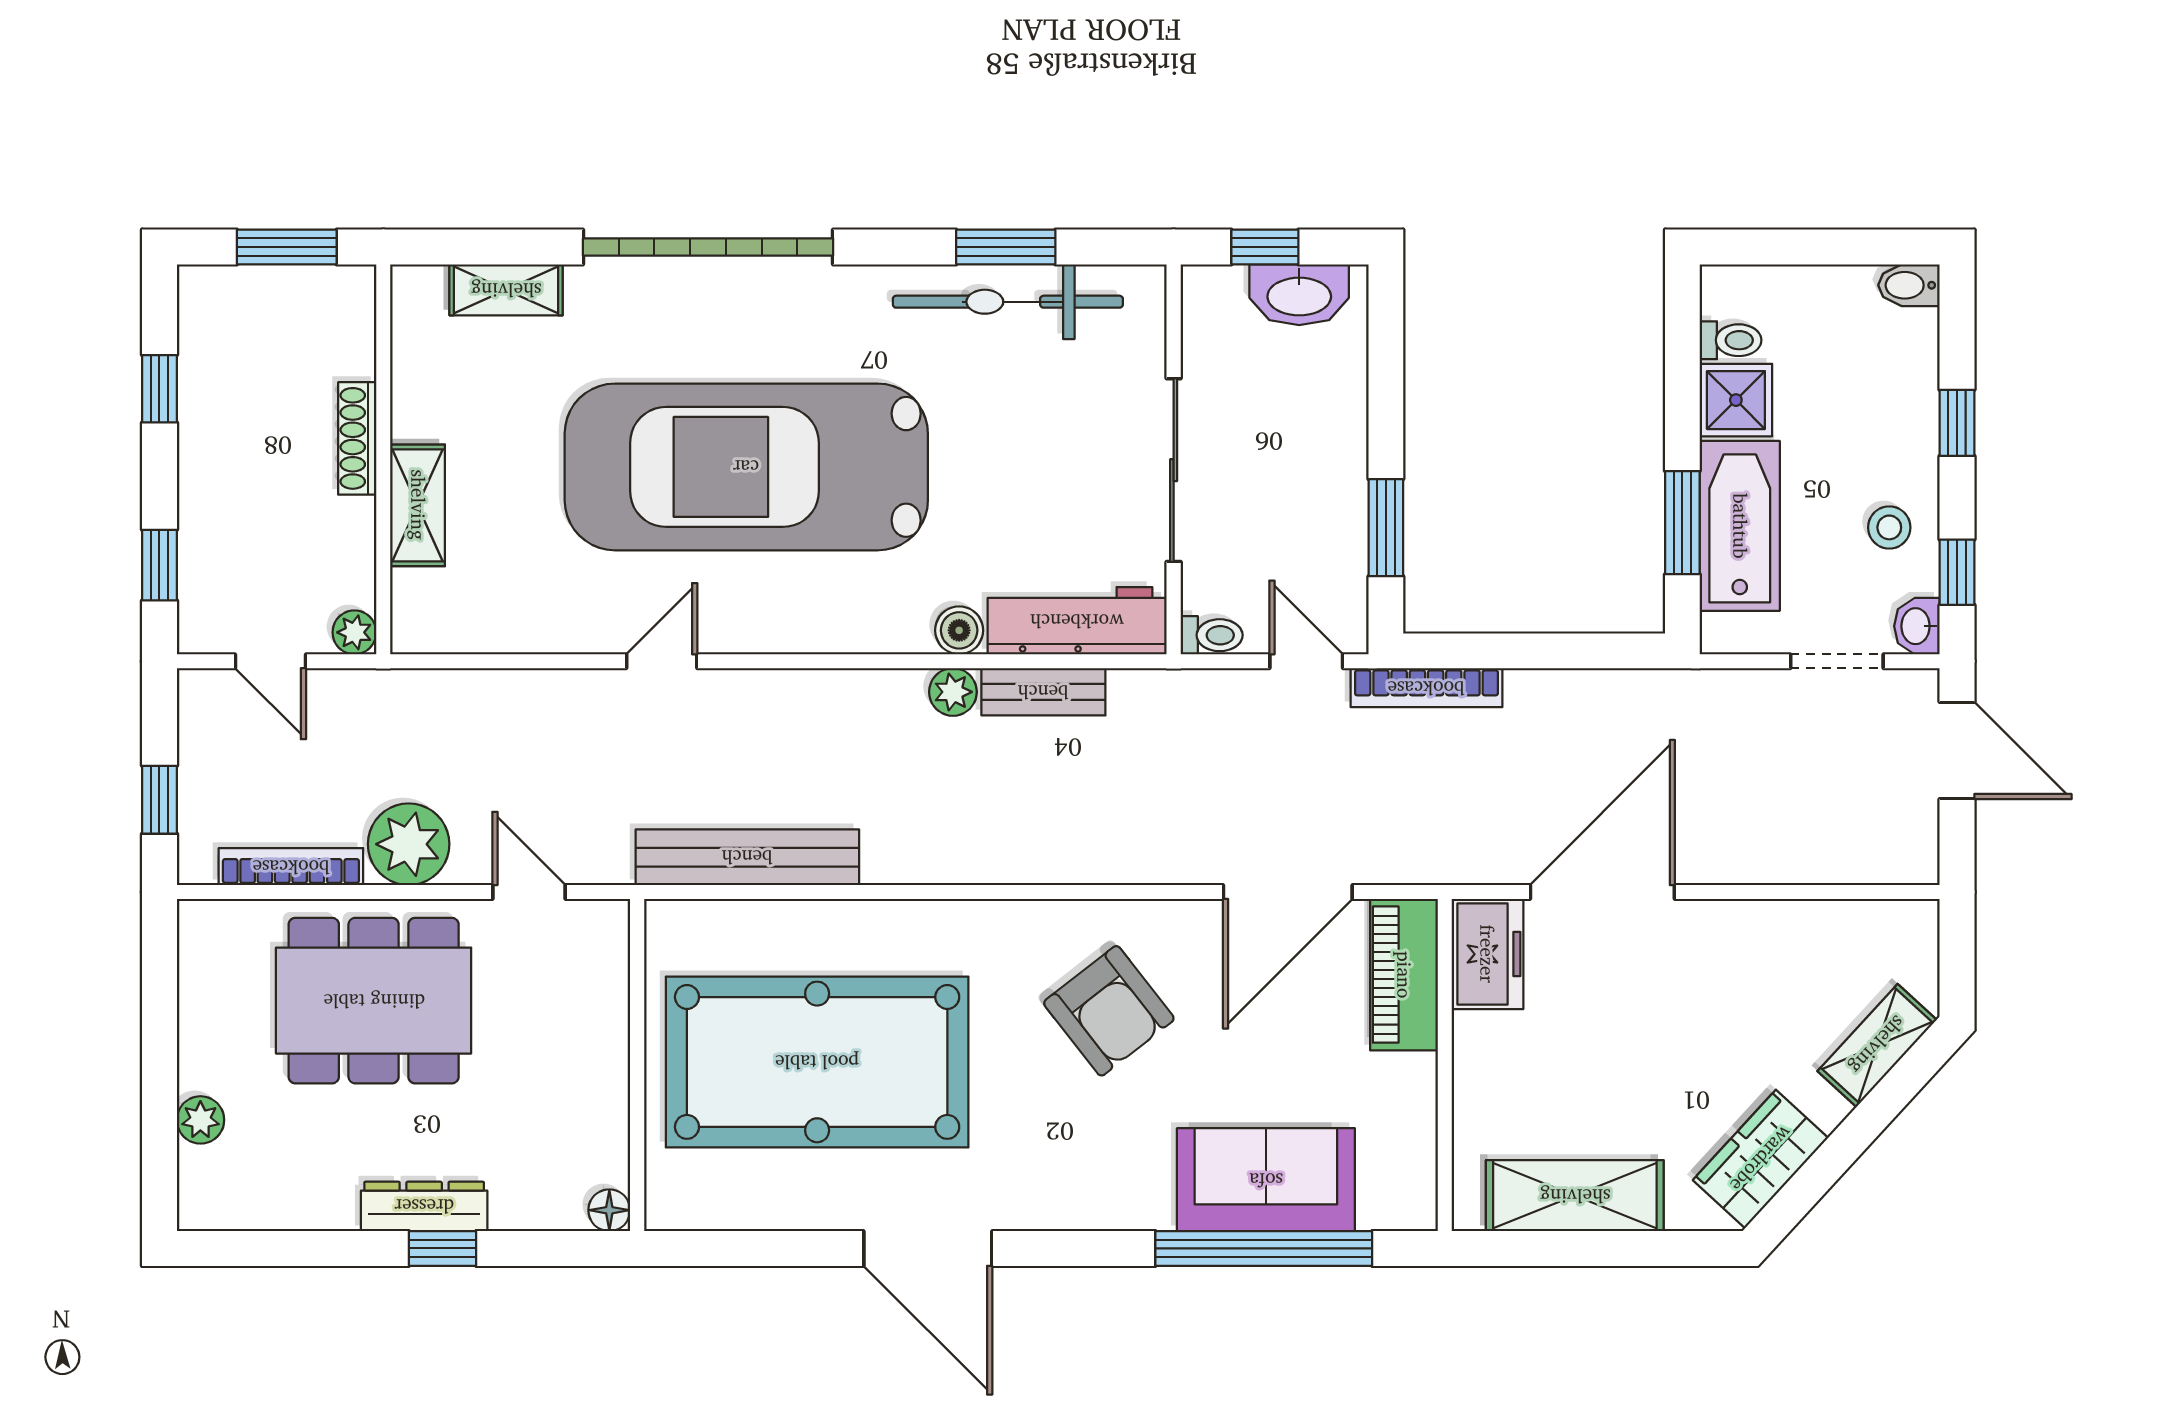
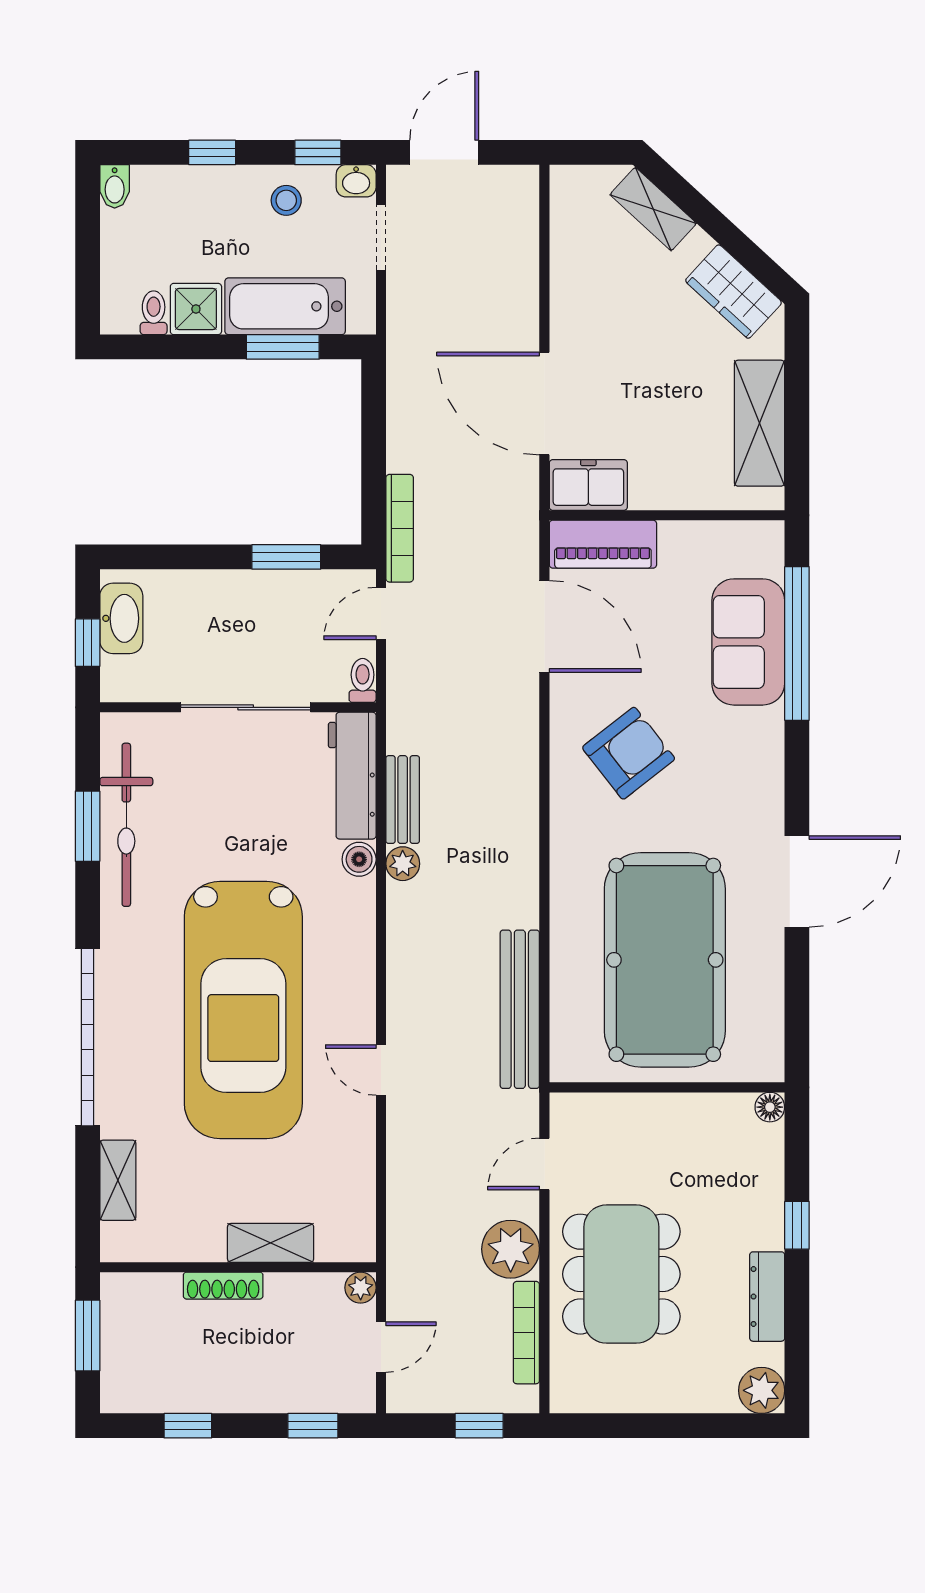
plant: (200, 1120) -> (762, 1390), moved, width x1.38, depth x1.38
dresser: (424, 1206) -> (767, 1297), moved

